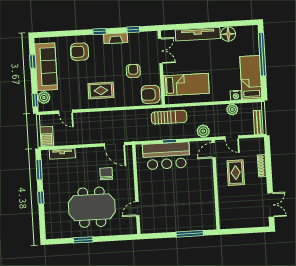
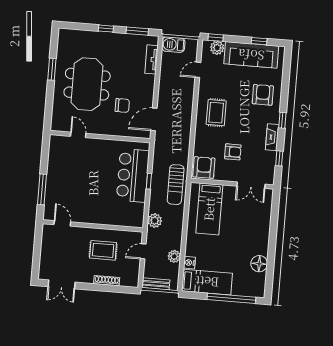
tv unit: (198, 34) -> (264, 230), removed
door: (213, 150) -> (62, 223), moved

